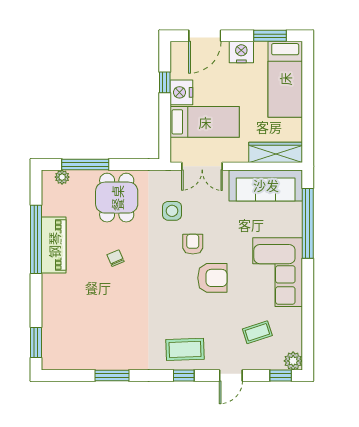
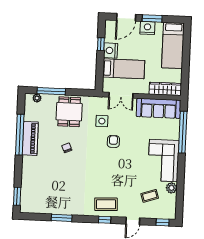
window: (270, 36) -> (152, 18), moved
armchair: (212, 278) -> (124, 162), removed
plant: (293, 361) -> (171, 188), moved

